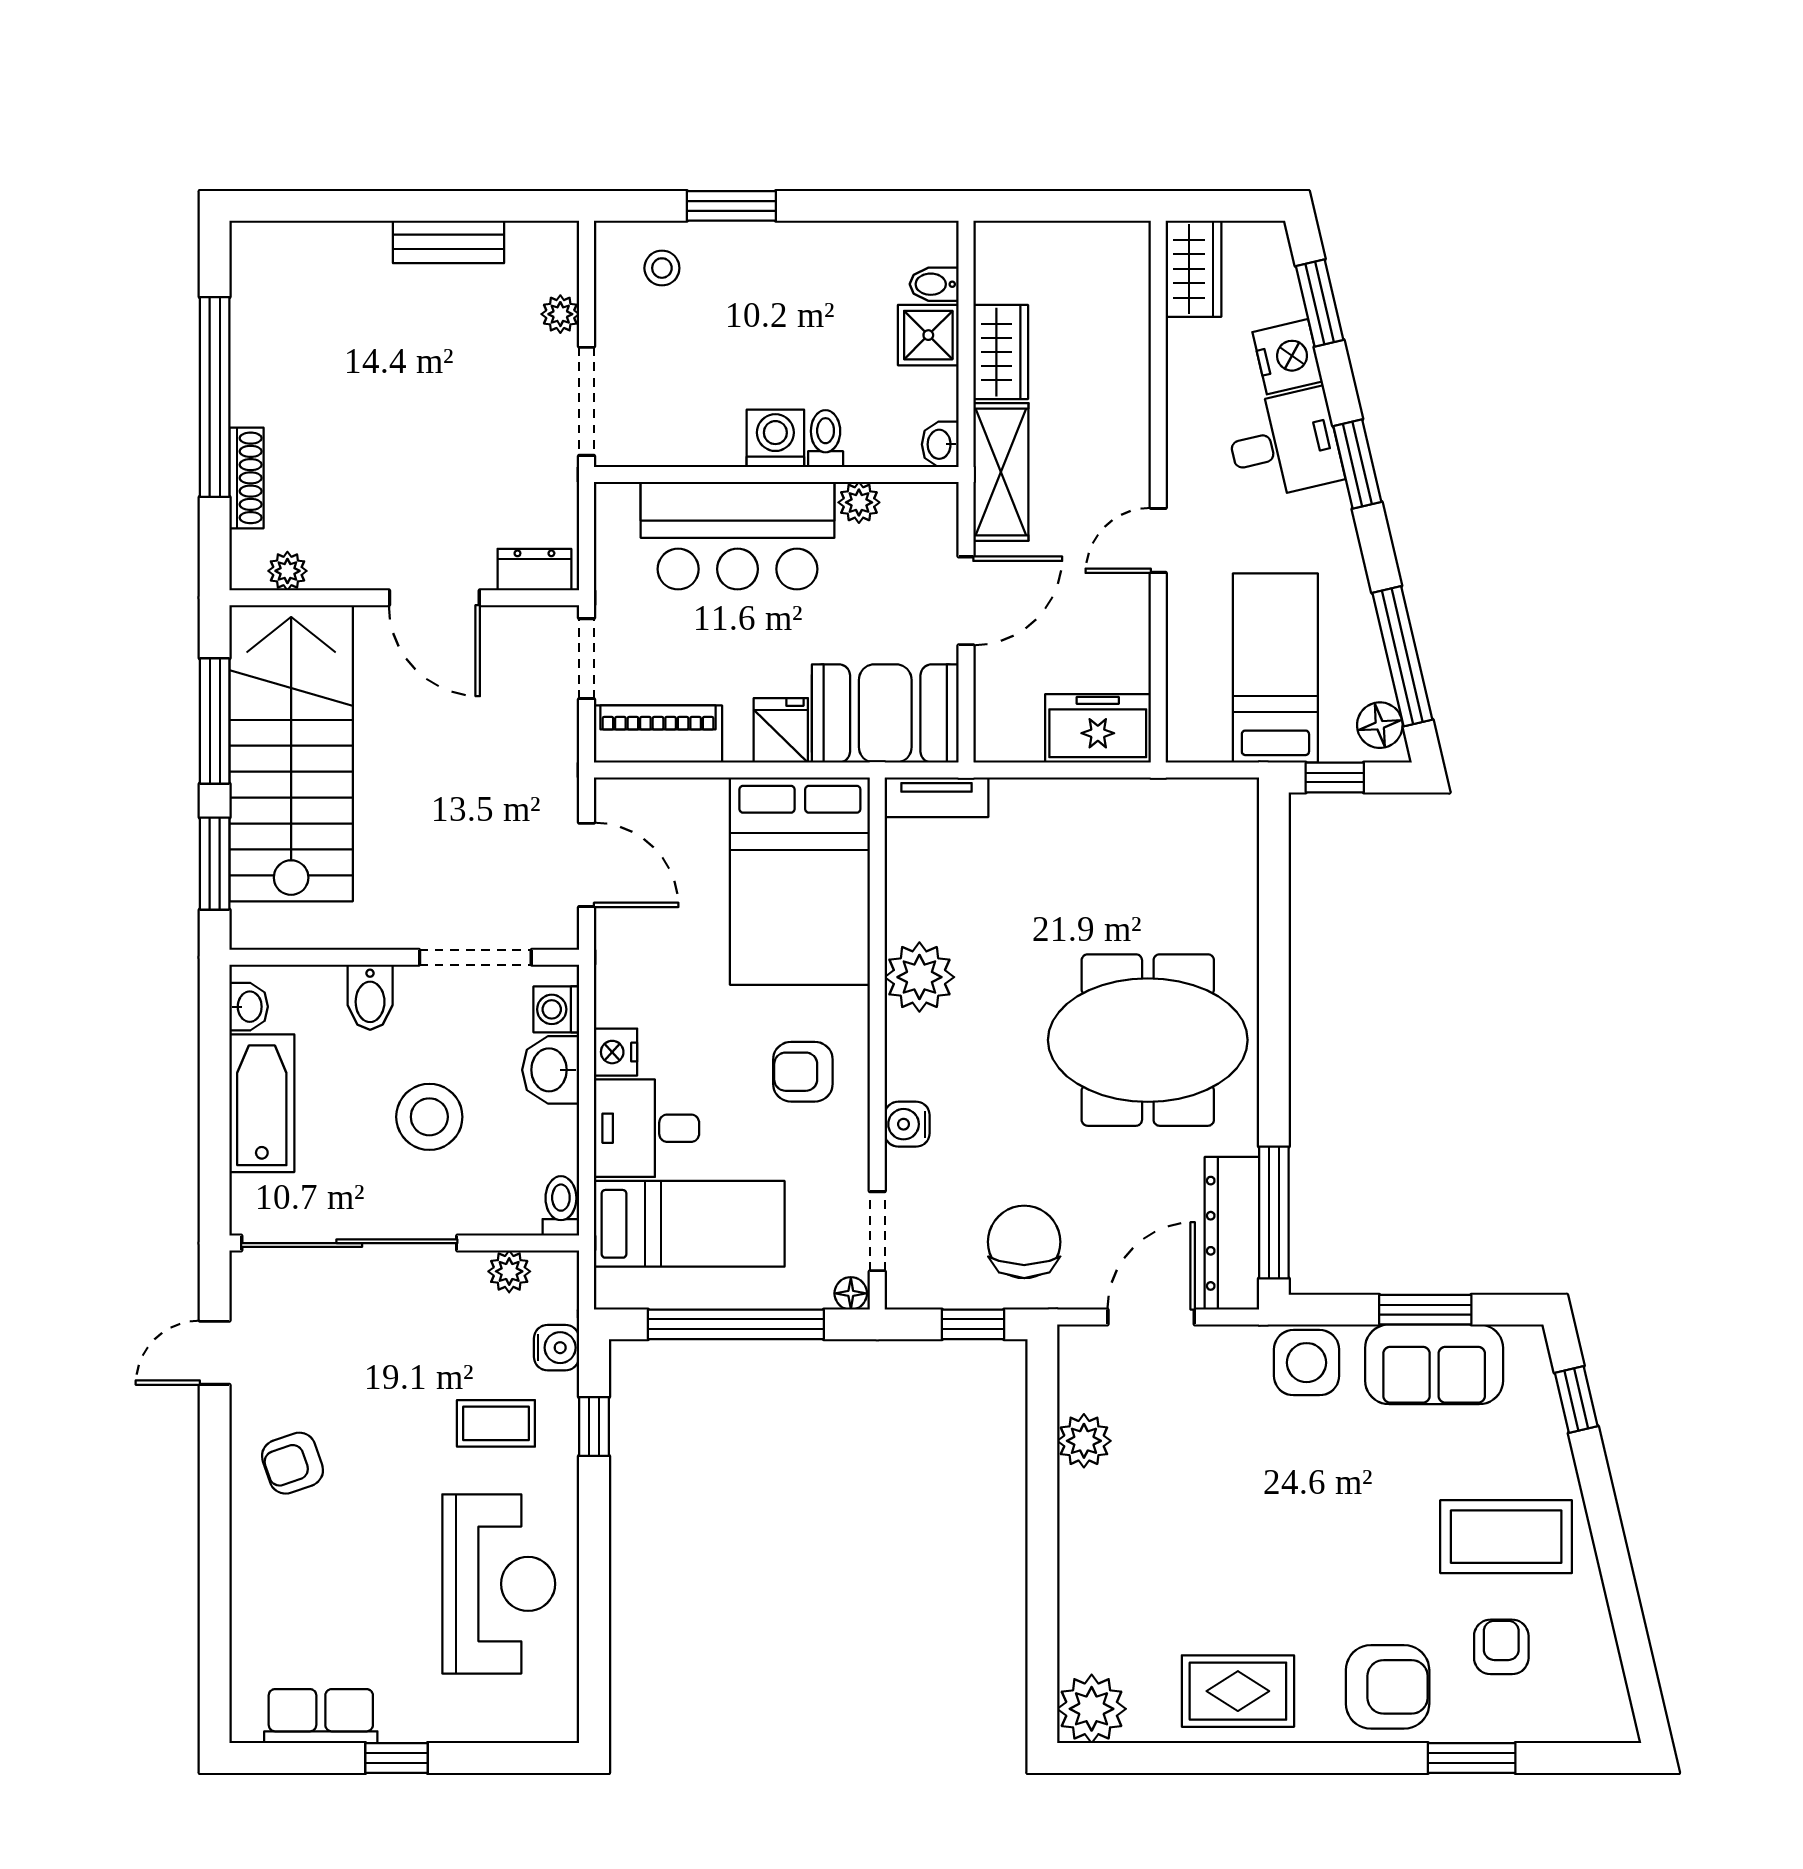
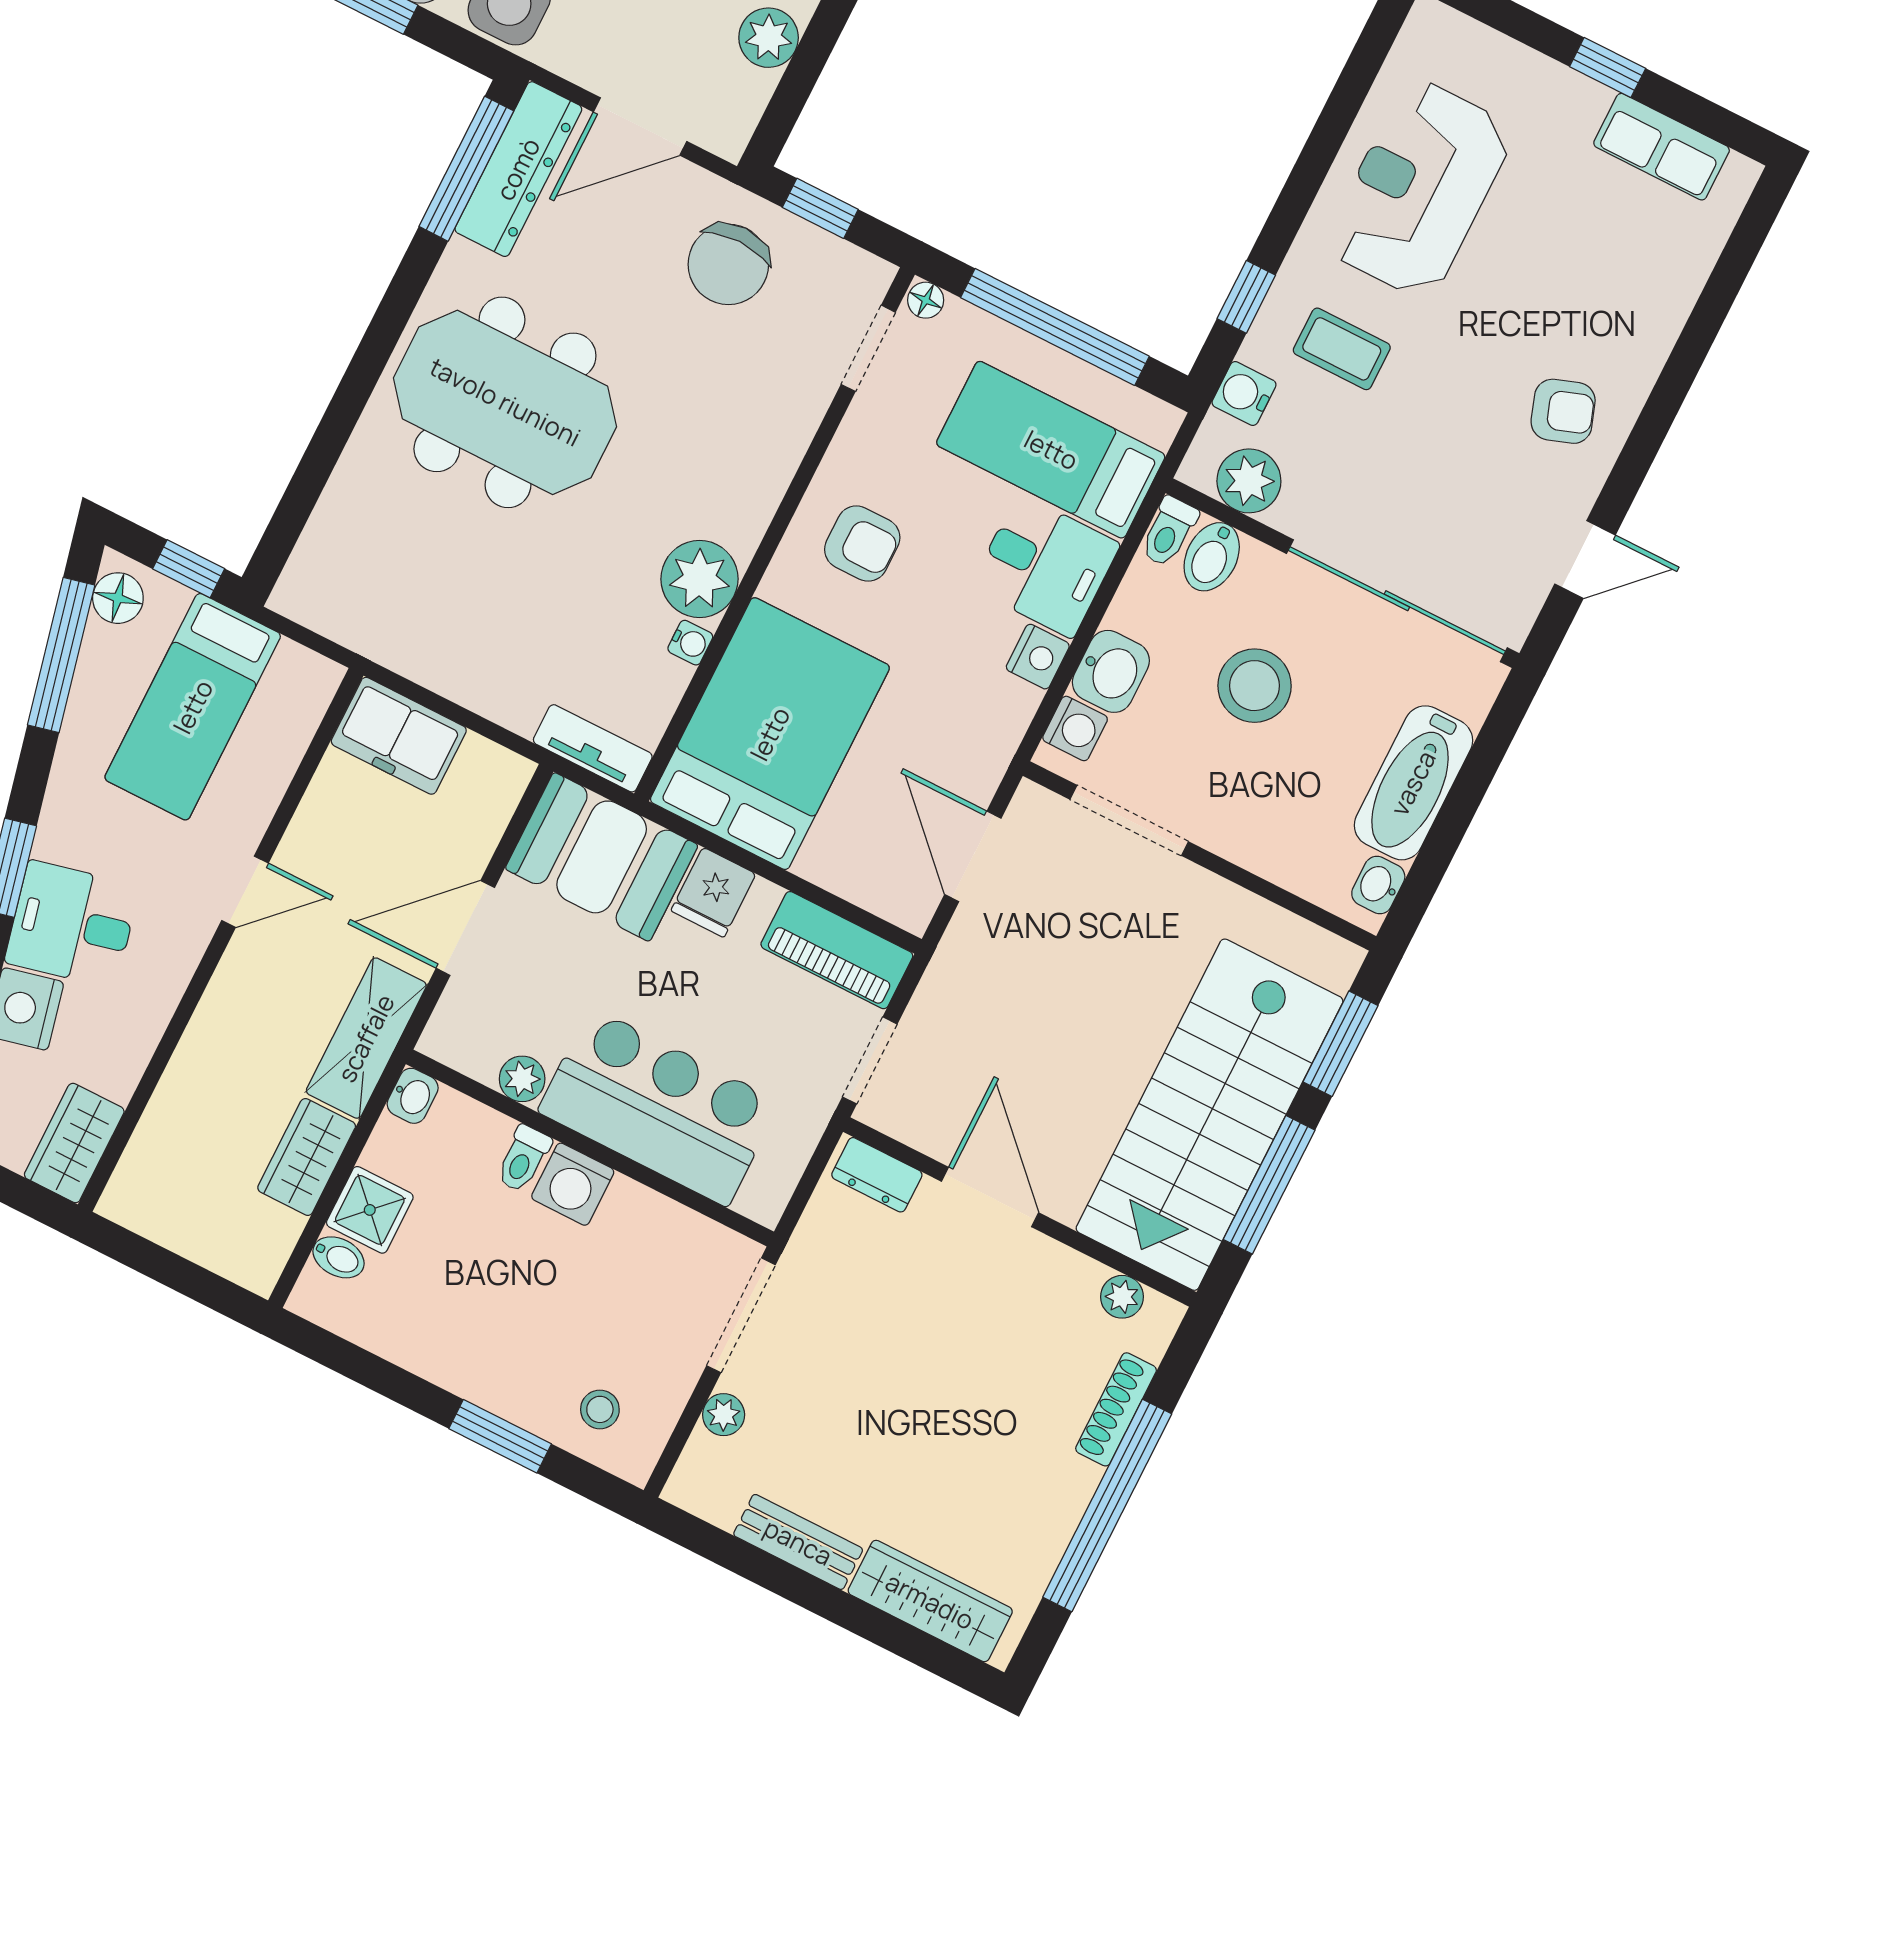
wardrobe: (318, 248) -> (930, 1601), added
bidet: (370, 997) -> (1212, 557), moved, turned 180
water cooler: (907, 1124) -> (690, 643), moved, width x0.72, depth x0.72
plant: (509, 1271) -> (1249, 481), width x1.38, depth x1.38

